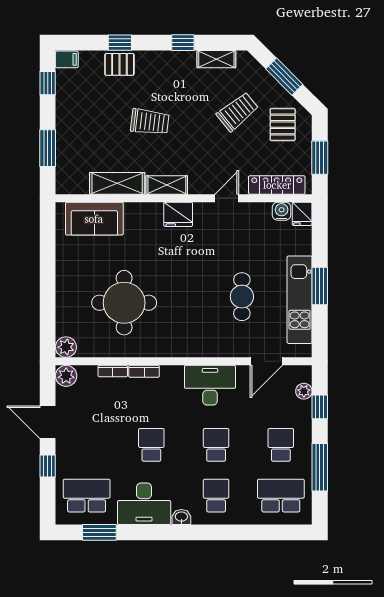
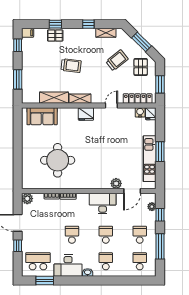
cafe table: (242, 297) -> (119, 157), removed
plant: (66, 347) -> (116, 183), moved
school desk: (281, 496) -> (140, 261), width x0.54

